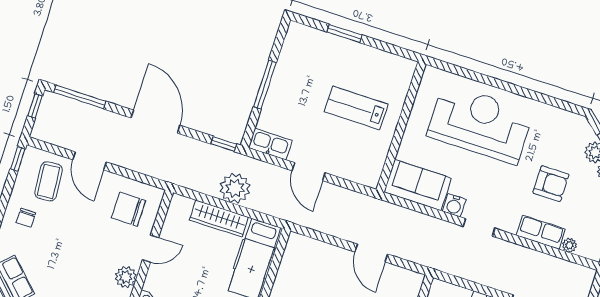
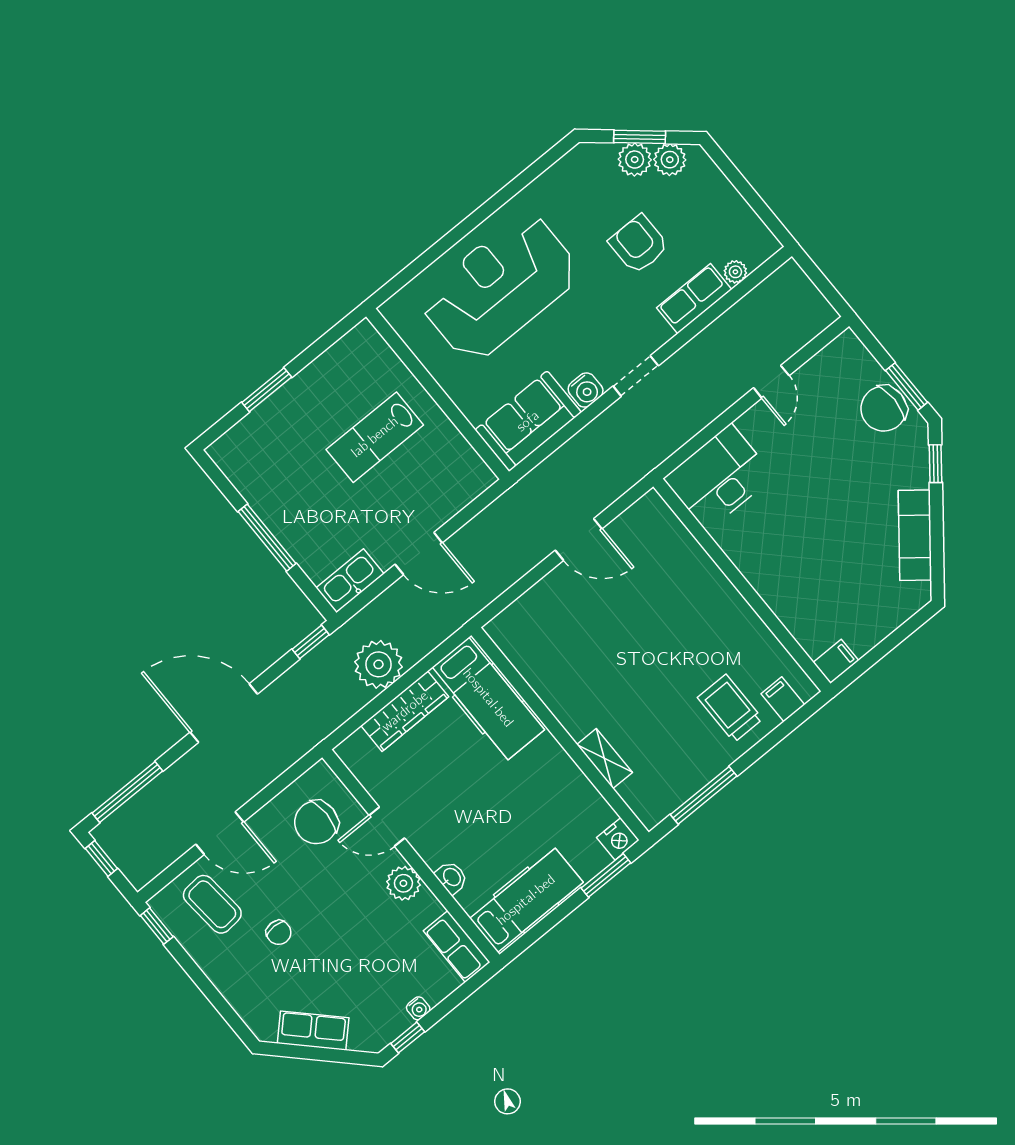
armchair: (551, 184) -> (639, 244), turned -90
chair: (26, 218) -> (279, 932), moved
door: (151, 249) -> (387, 827), swing flipped

